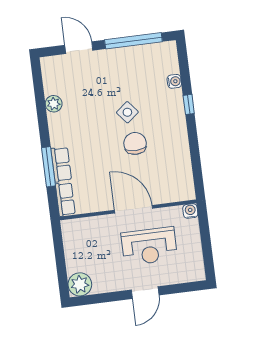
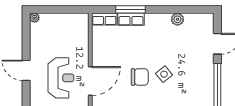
door: (133, 209) -> (90, 81), moved
reception desk: (149, 246) -> (61, 78), turned 180
plant: (80, 284) -> (35, 18), width x0.53, depth x0.53

